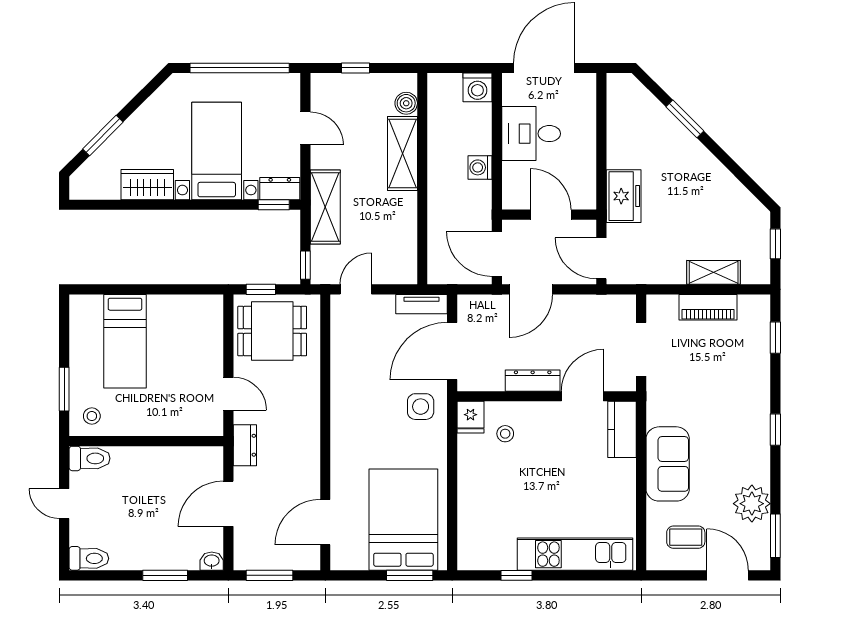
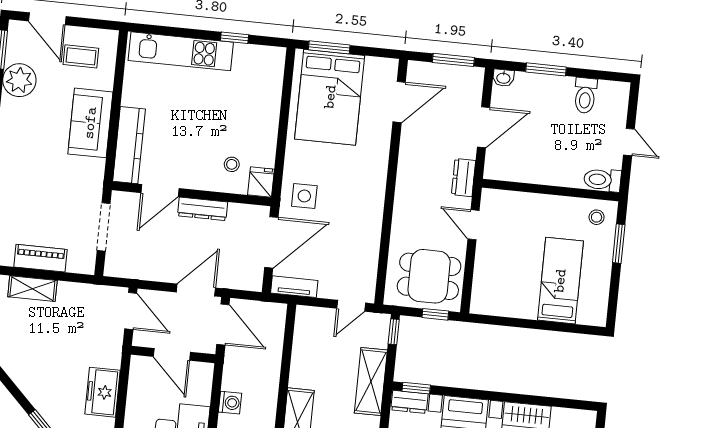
freezer: (624, 196) -> (103, 392), moved
kitchen counter: (622, 429) -> (129, 145), width x1.50
toilet: (89, 558) -> (585, 95), moved, turned -90

